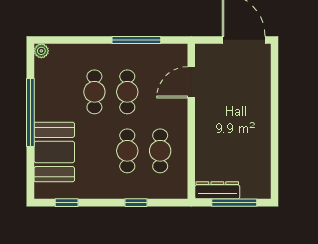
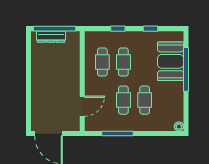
window: (30, 112) -> (186, 69), moved
dresser: (217, 190) -> (51, 37), moved
window: (67, 203) -> (150, 29), moved
window: (234, 203) -> (55, 29), width x1.46

